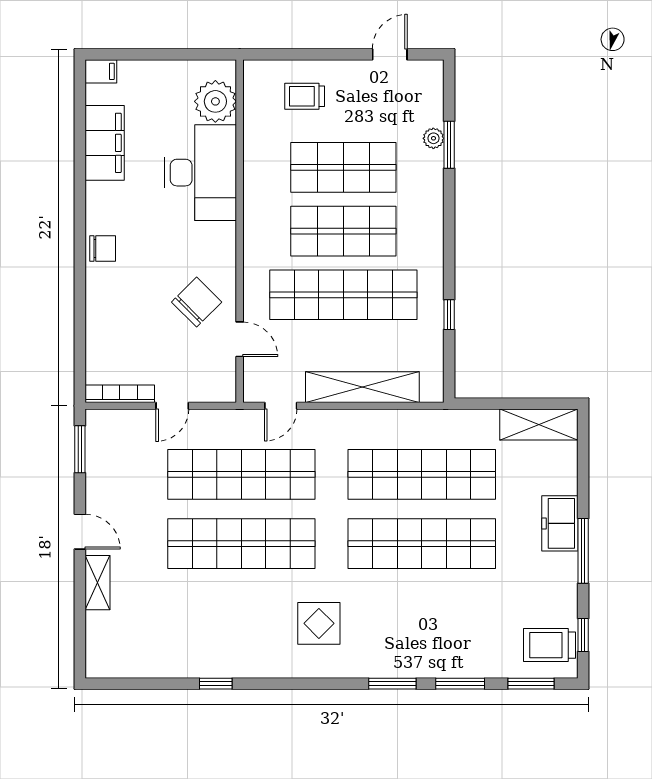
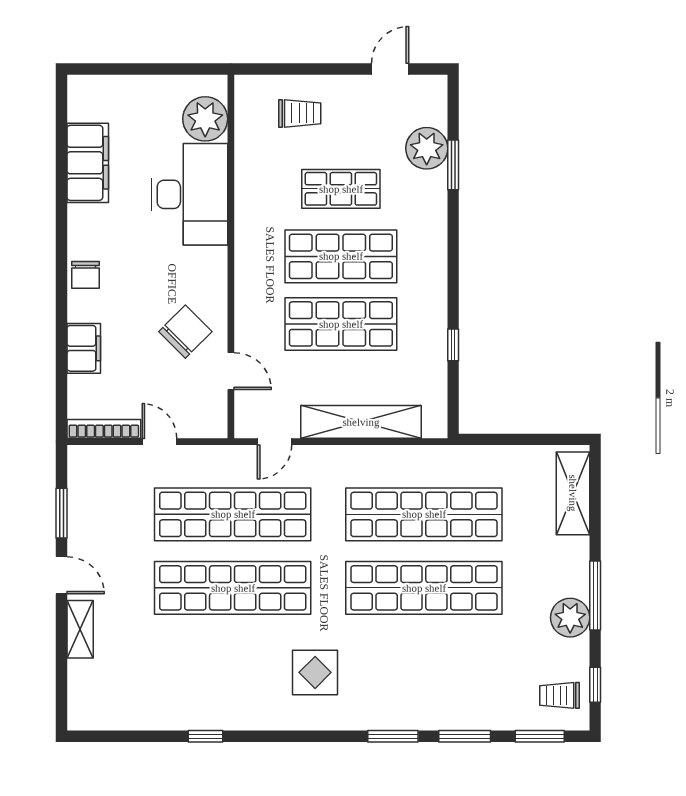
filing cabinet: (101, 71) -> (84, 348), moved, width x2.00
trolley: (305, 96) -> (300, 113), turned 180
plant: (433, 138) -> (427, 148), width x1.88, depth x1.88
shop shelf: (343, 167) -> (341, 189), width x0.70, depth x0.74
chair: (103, 248) -> (86, 275), turned 90
shop shelf: (343, 295) -> (341, 324), width x0.71
door: (172, 406) -> (159, 442), swing flipped
shelving: (539, 425) -> (573, 493), moved, turned 90
window: (80, 449) -> (62, 513), moved
freezer: (560, 523) -> (570, 566), removed
plant: (560, 572) -> (570, 618), added
trolley: (549, 645) -> (559, 695), width x0.73, depth x0.72

